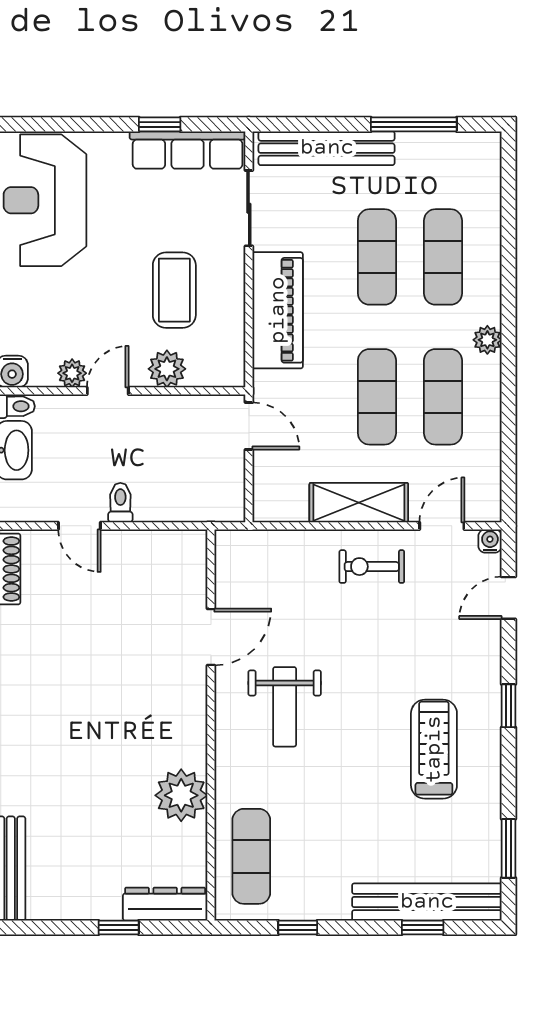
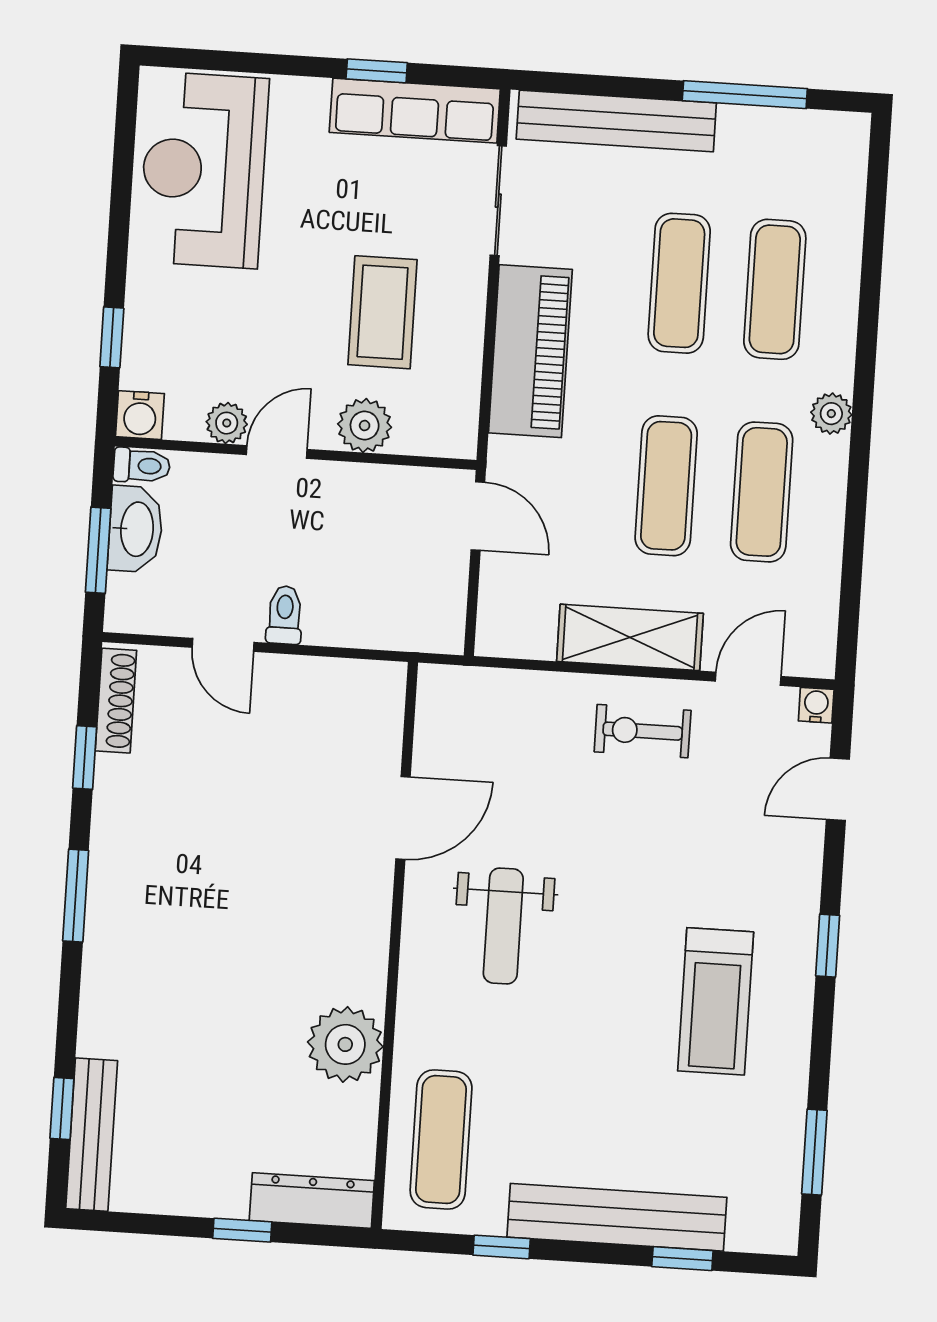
treadmill: (434, 749) -> (716, 1001), turned 180
bench: (427, 902) -> (617, 1217), moved

